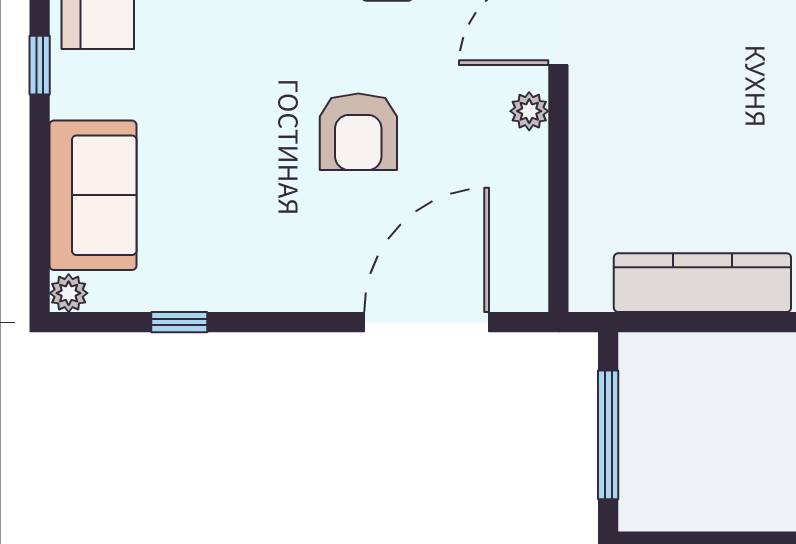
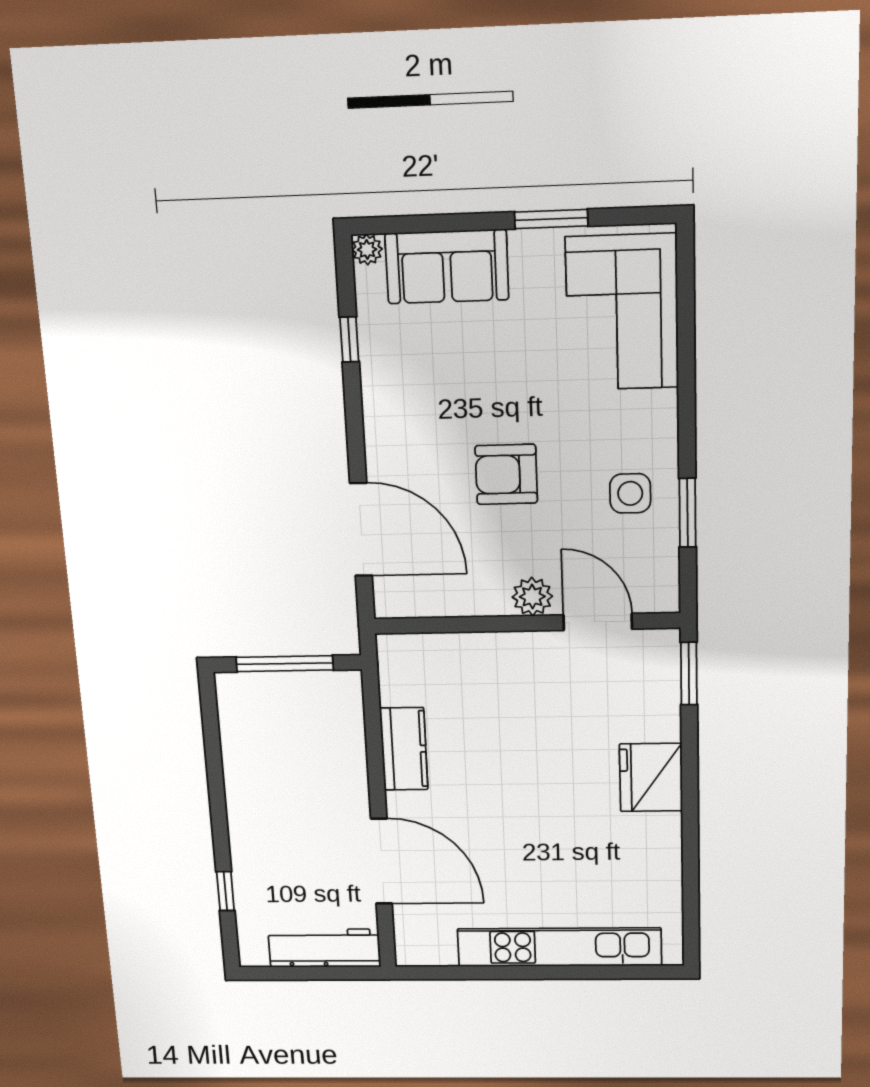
window: (40, 65) -> (551, 219), width x1.50
plant: (529, 111) -> (532, 597), width x1.38, depth x1.38
kitchen counter: (702, 283) -> (404, 749), width x0.67

